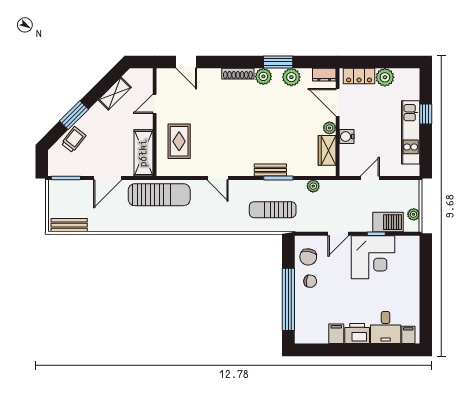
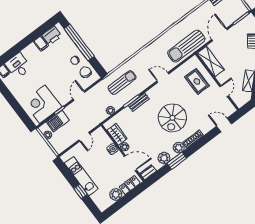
spiral stairs: (243, 119) -> (172, 118), added
corner desk: (373, 257) -> (42, 104), moved
printer: (357, 334) -> (52, 35), moved

